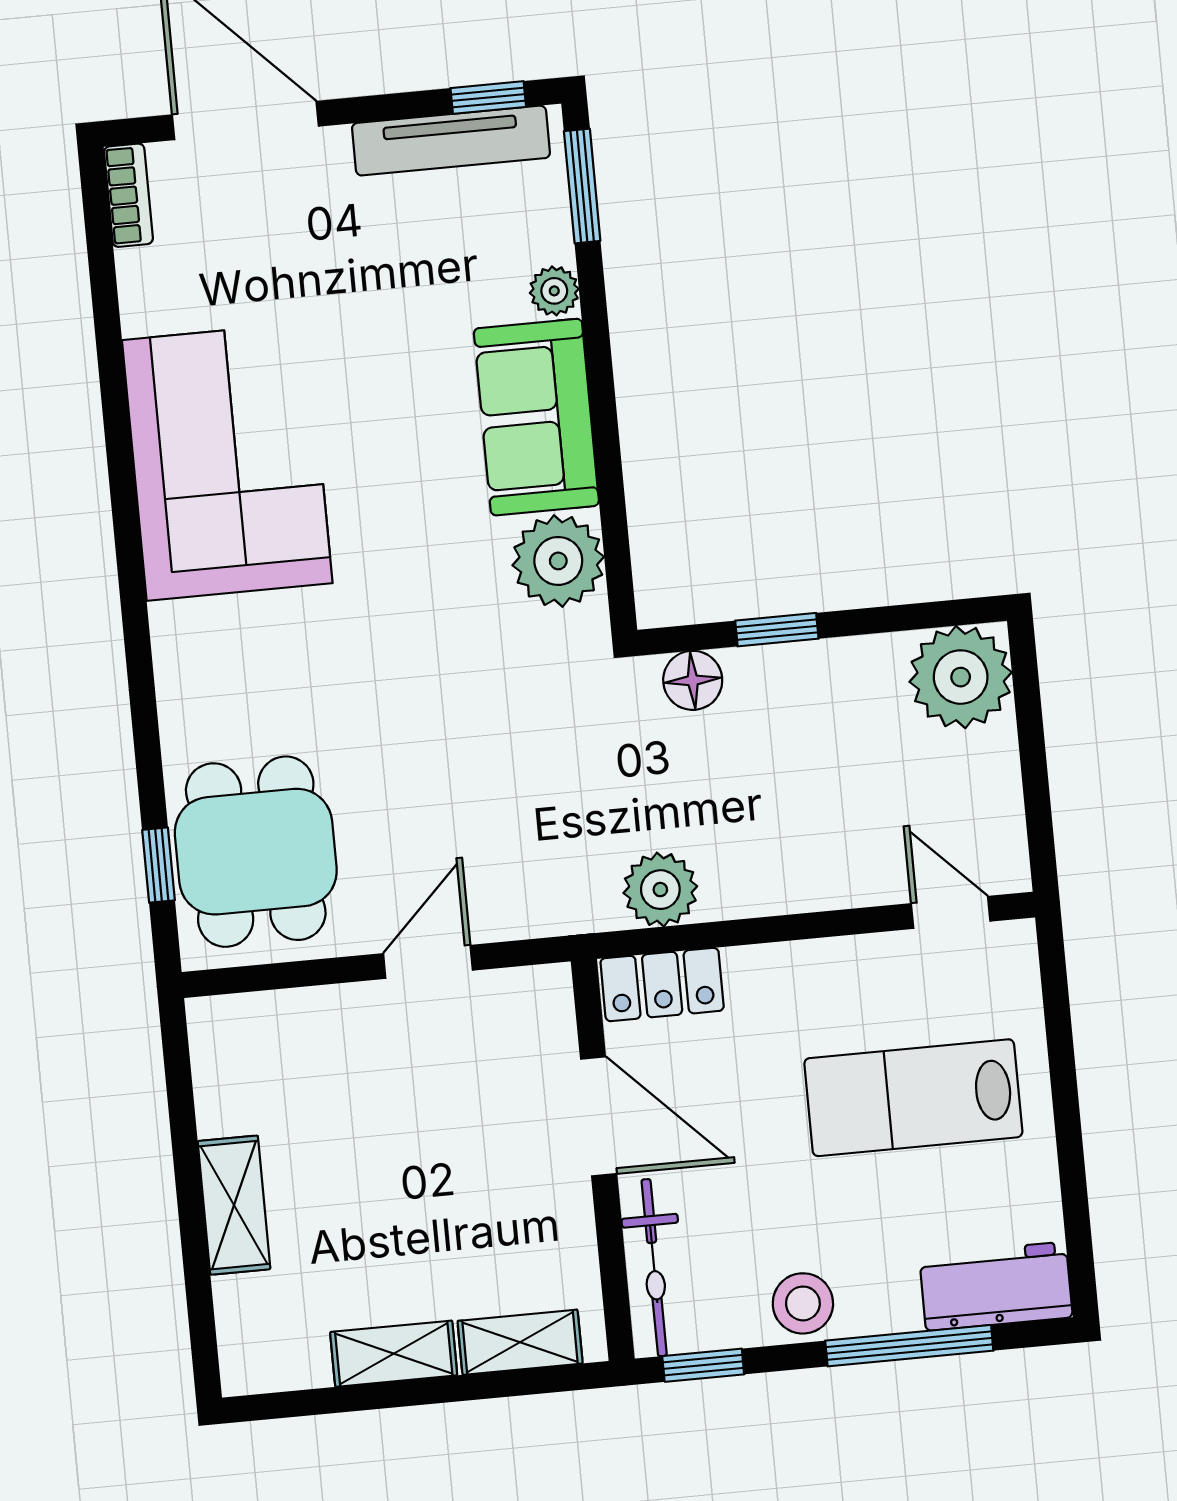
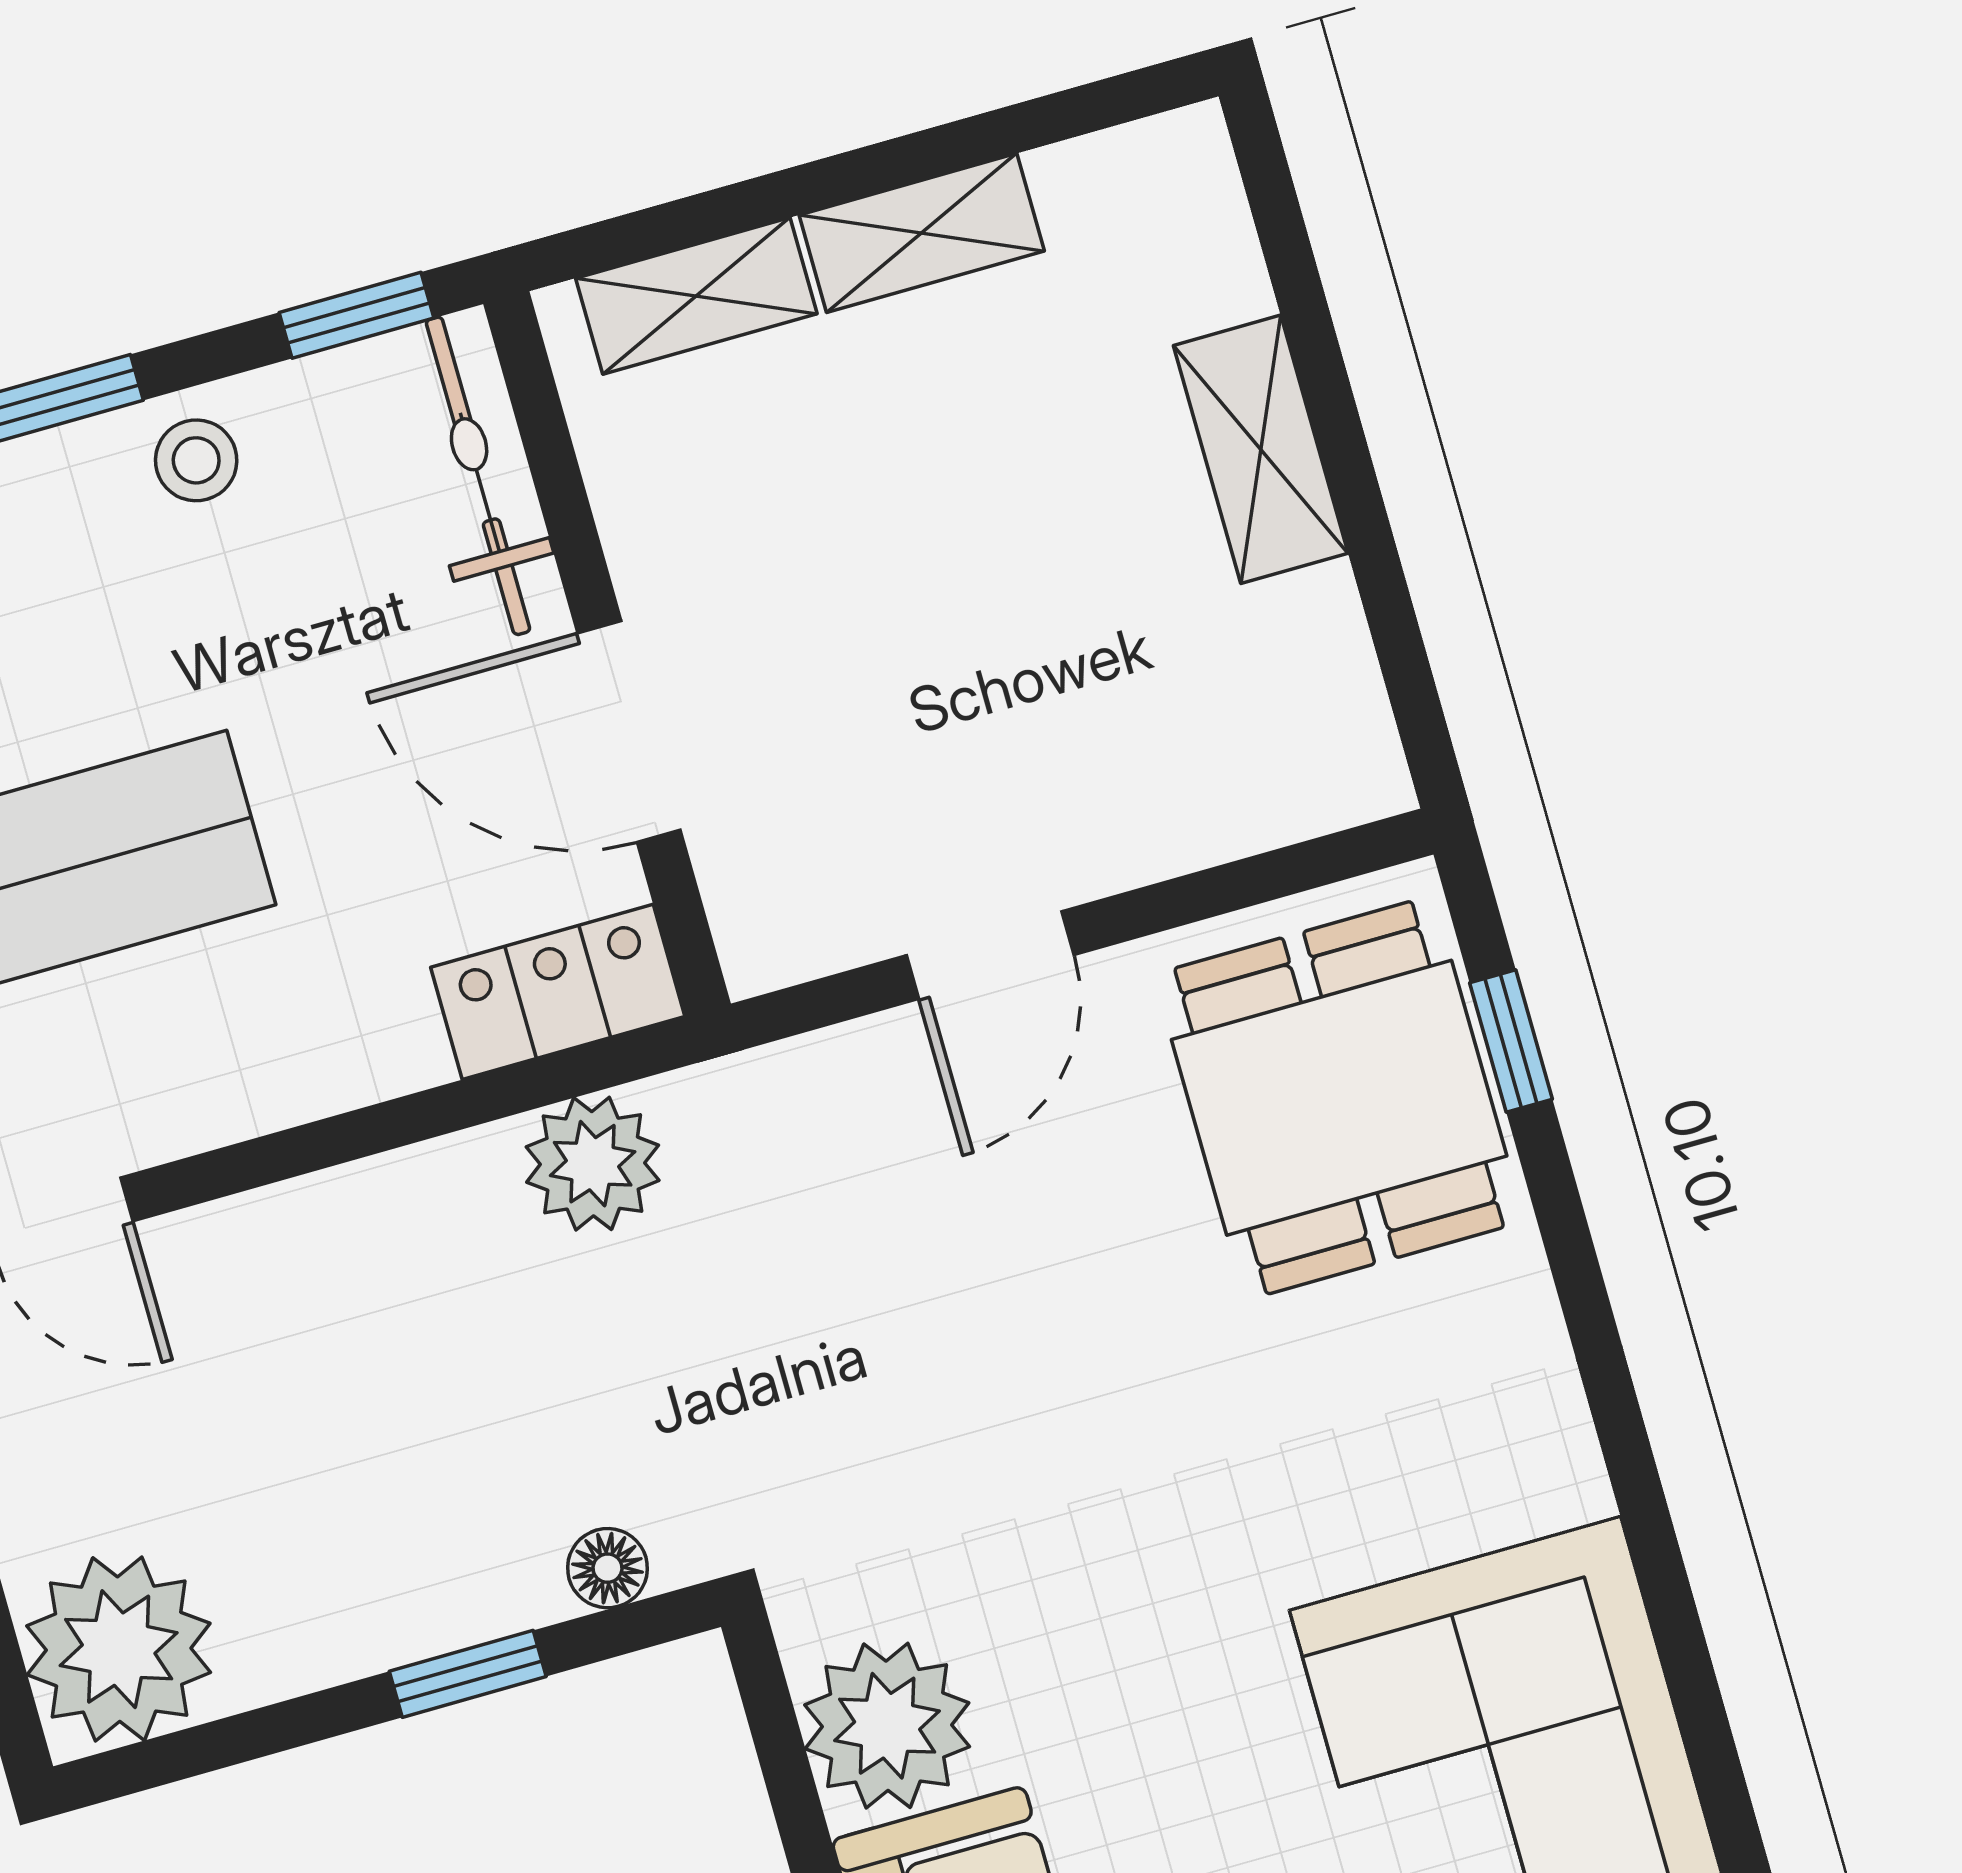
floor lamp: (693, 680) -> (607, 1568), width x0.73, depth x0.73
stool: (803, 1303) -> (196, 460), width x0.73, depth x0.73

